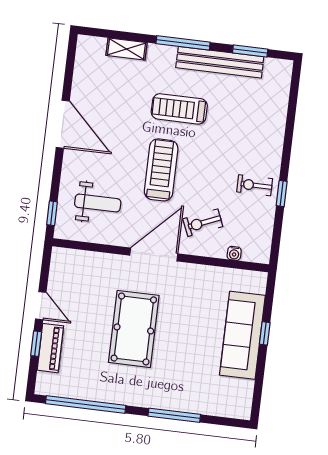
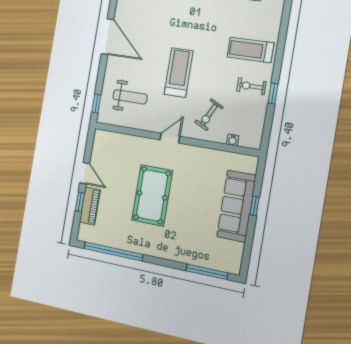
treadmill: (179, 109) -> (250, 50), moved
exercise bike: (203, 223) -> (209, 115), turned -41
door: (154, 254) -> (170, 138), width x0.53
window: (174, 415) -> (207, 272), moved

